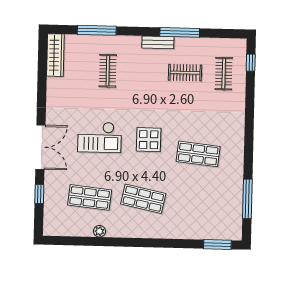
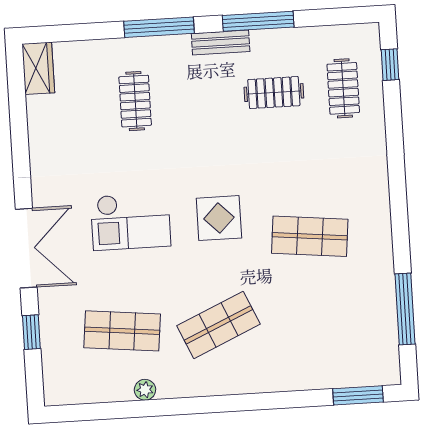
window: (97, 30) -> (159, 27), moved
wardrobe: (55, 55) -> (38, 68), width x0.67
shop shelf: (143, 199) -> (218, 325), turned -36

